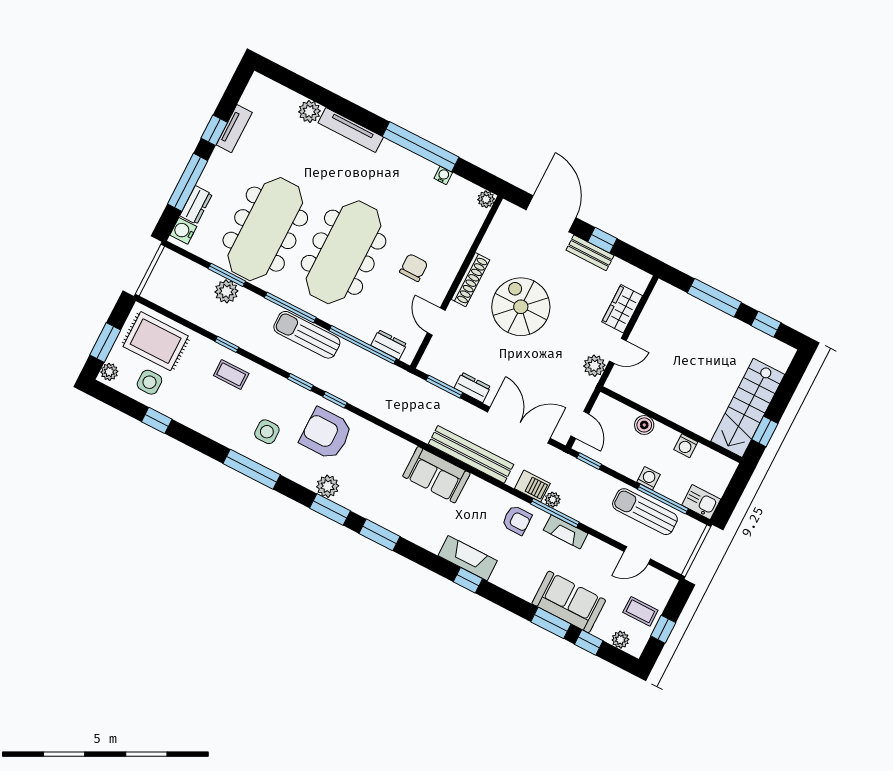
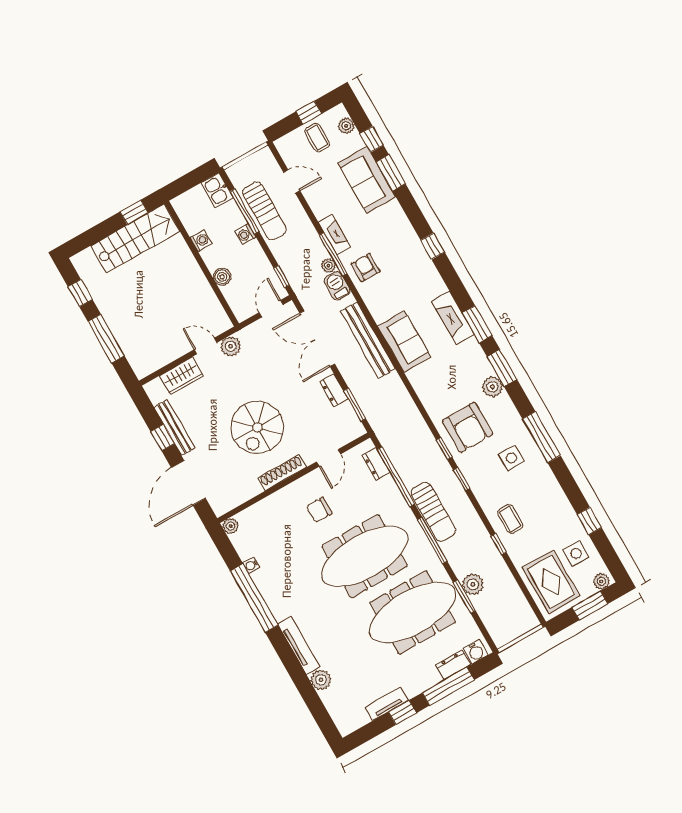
bench: (590, 253) -> (174, 428), width x1.36
fireplace: (468, 558) -> (453, 318), moved

